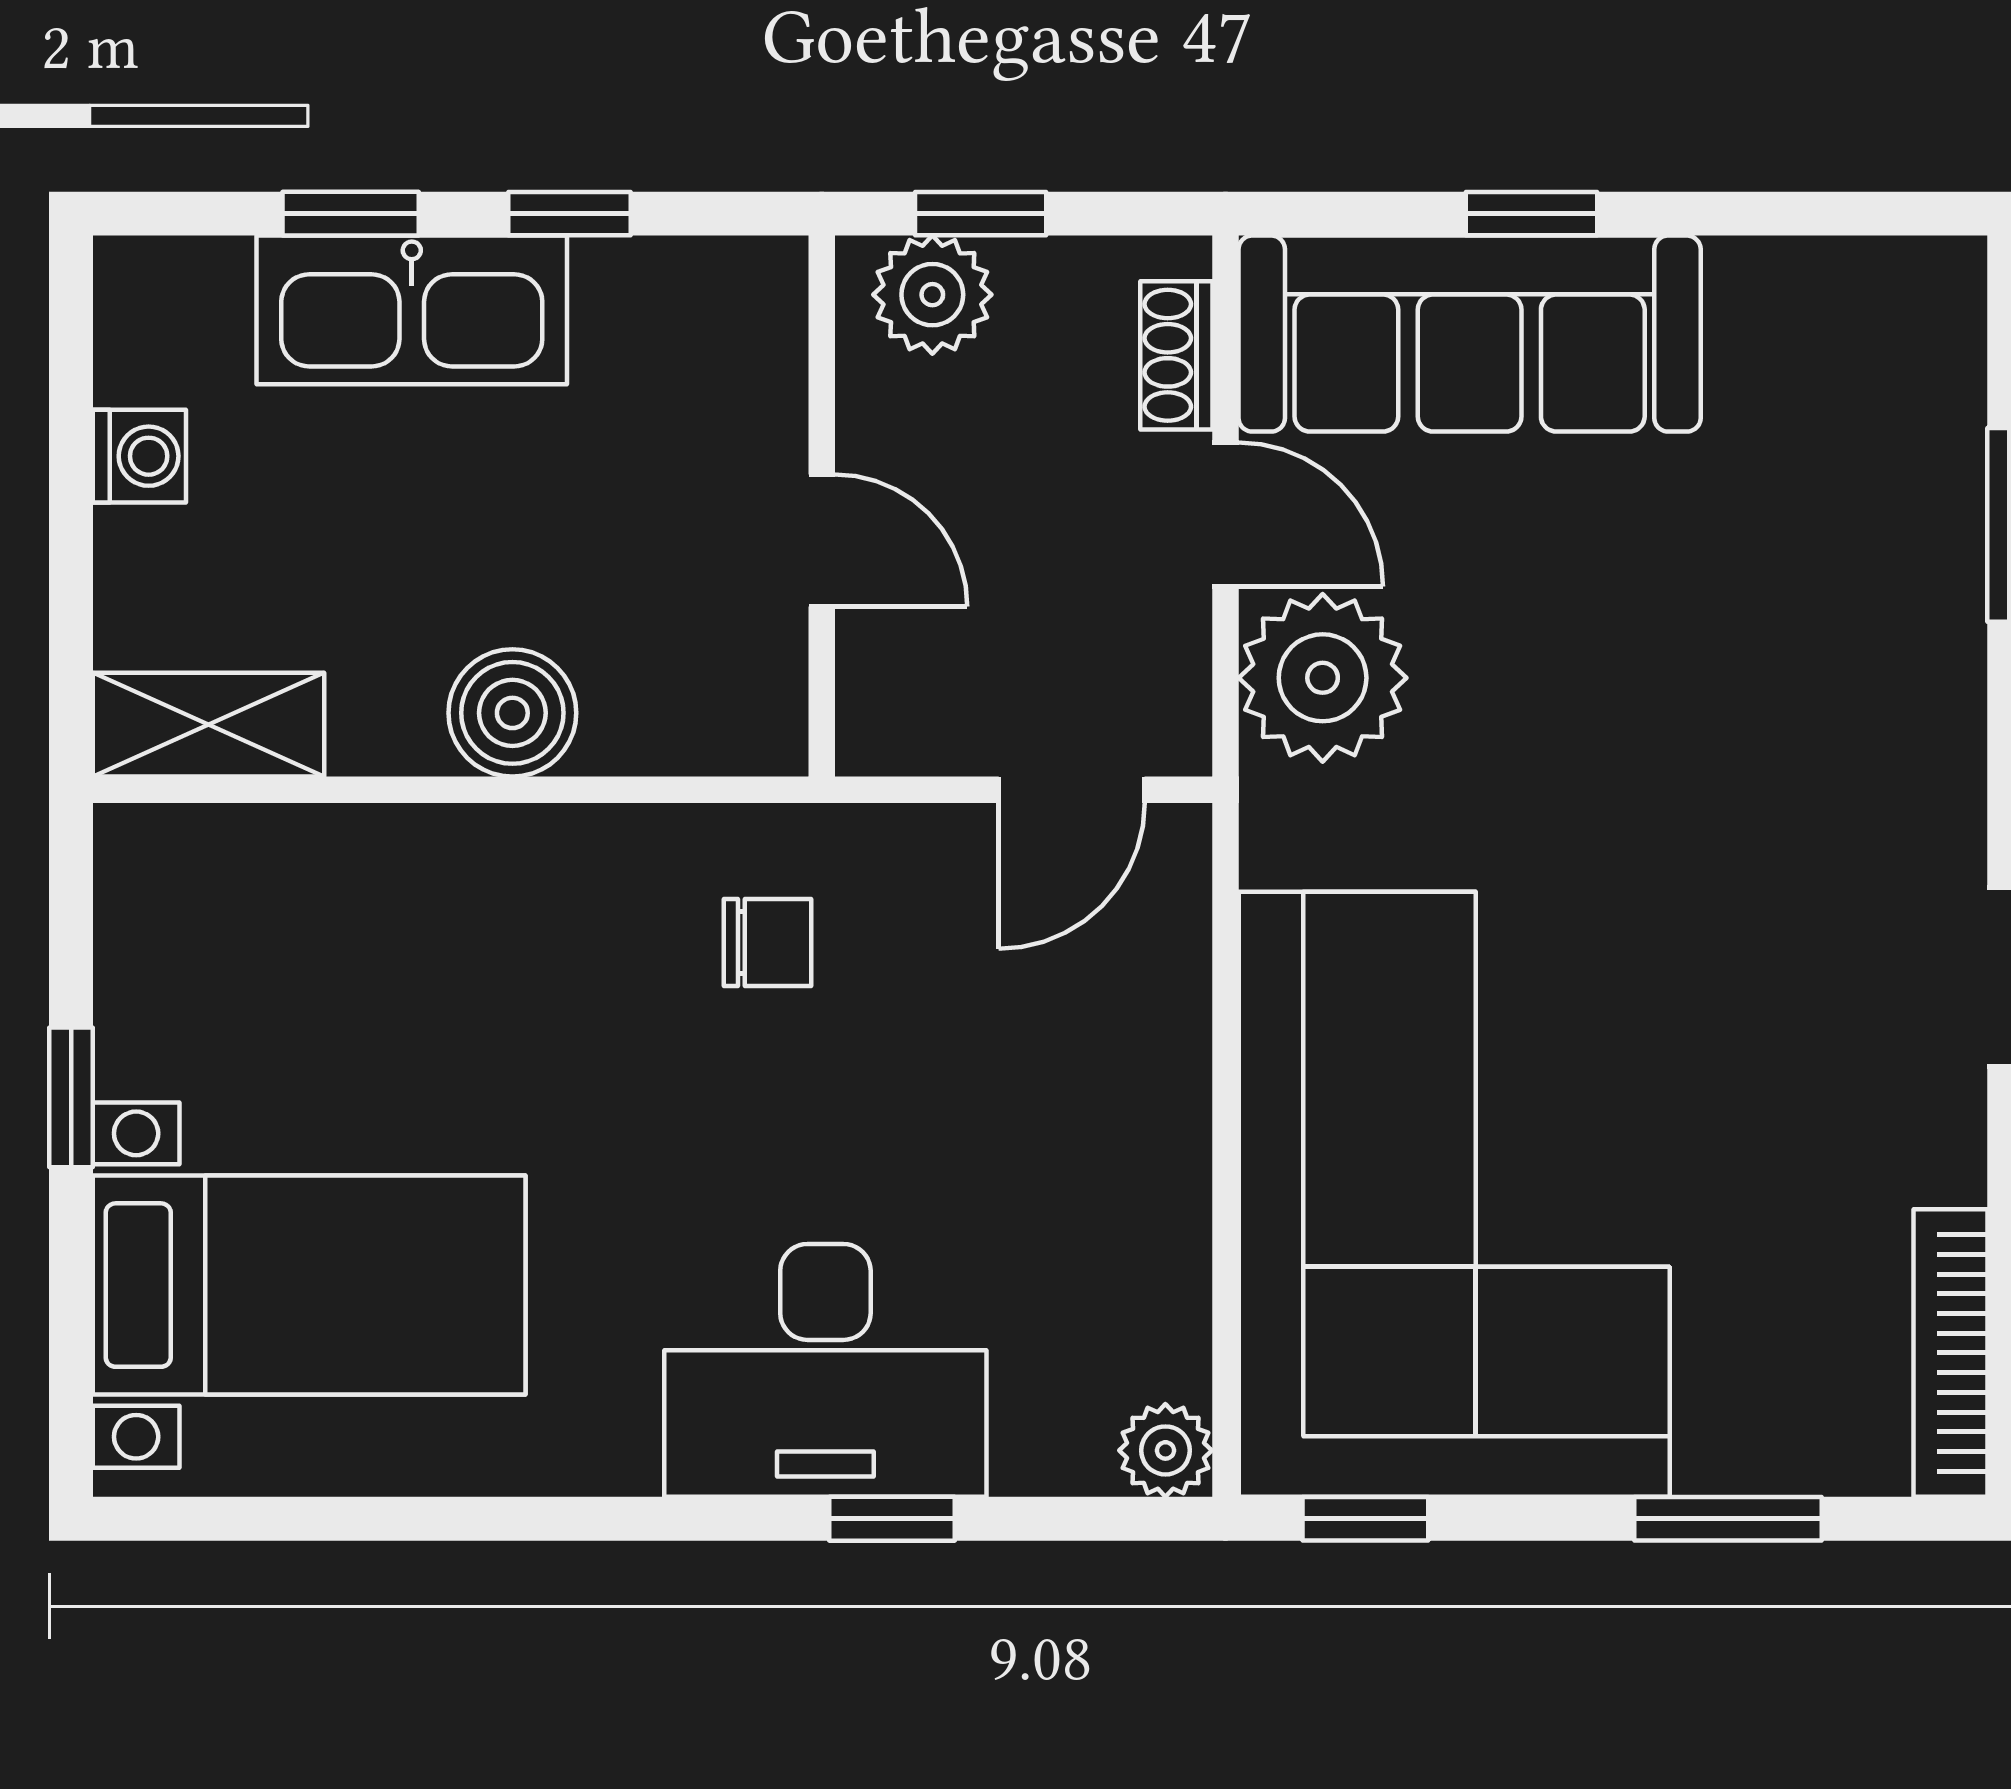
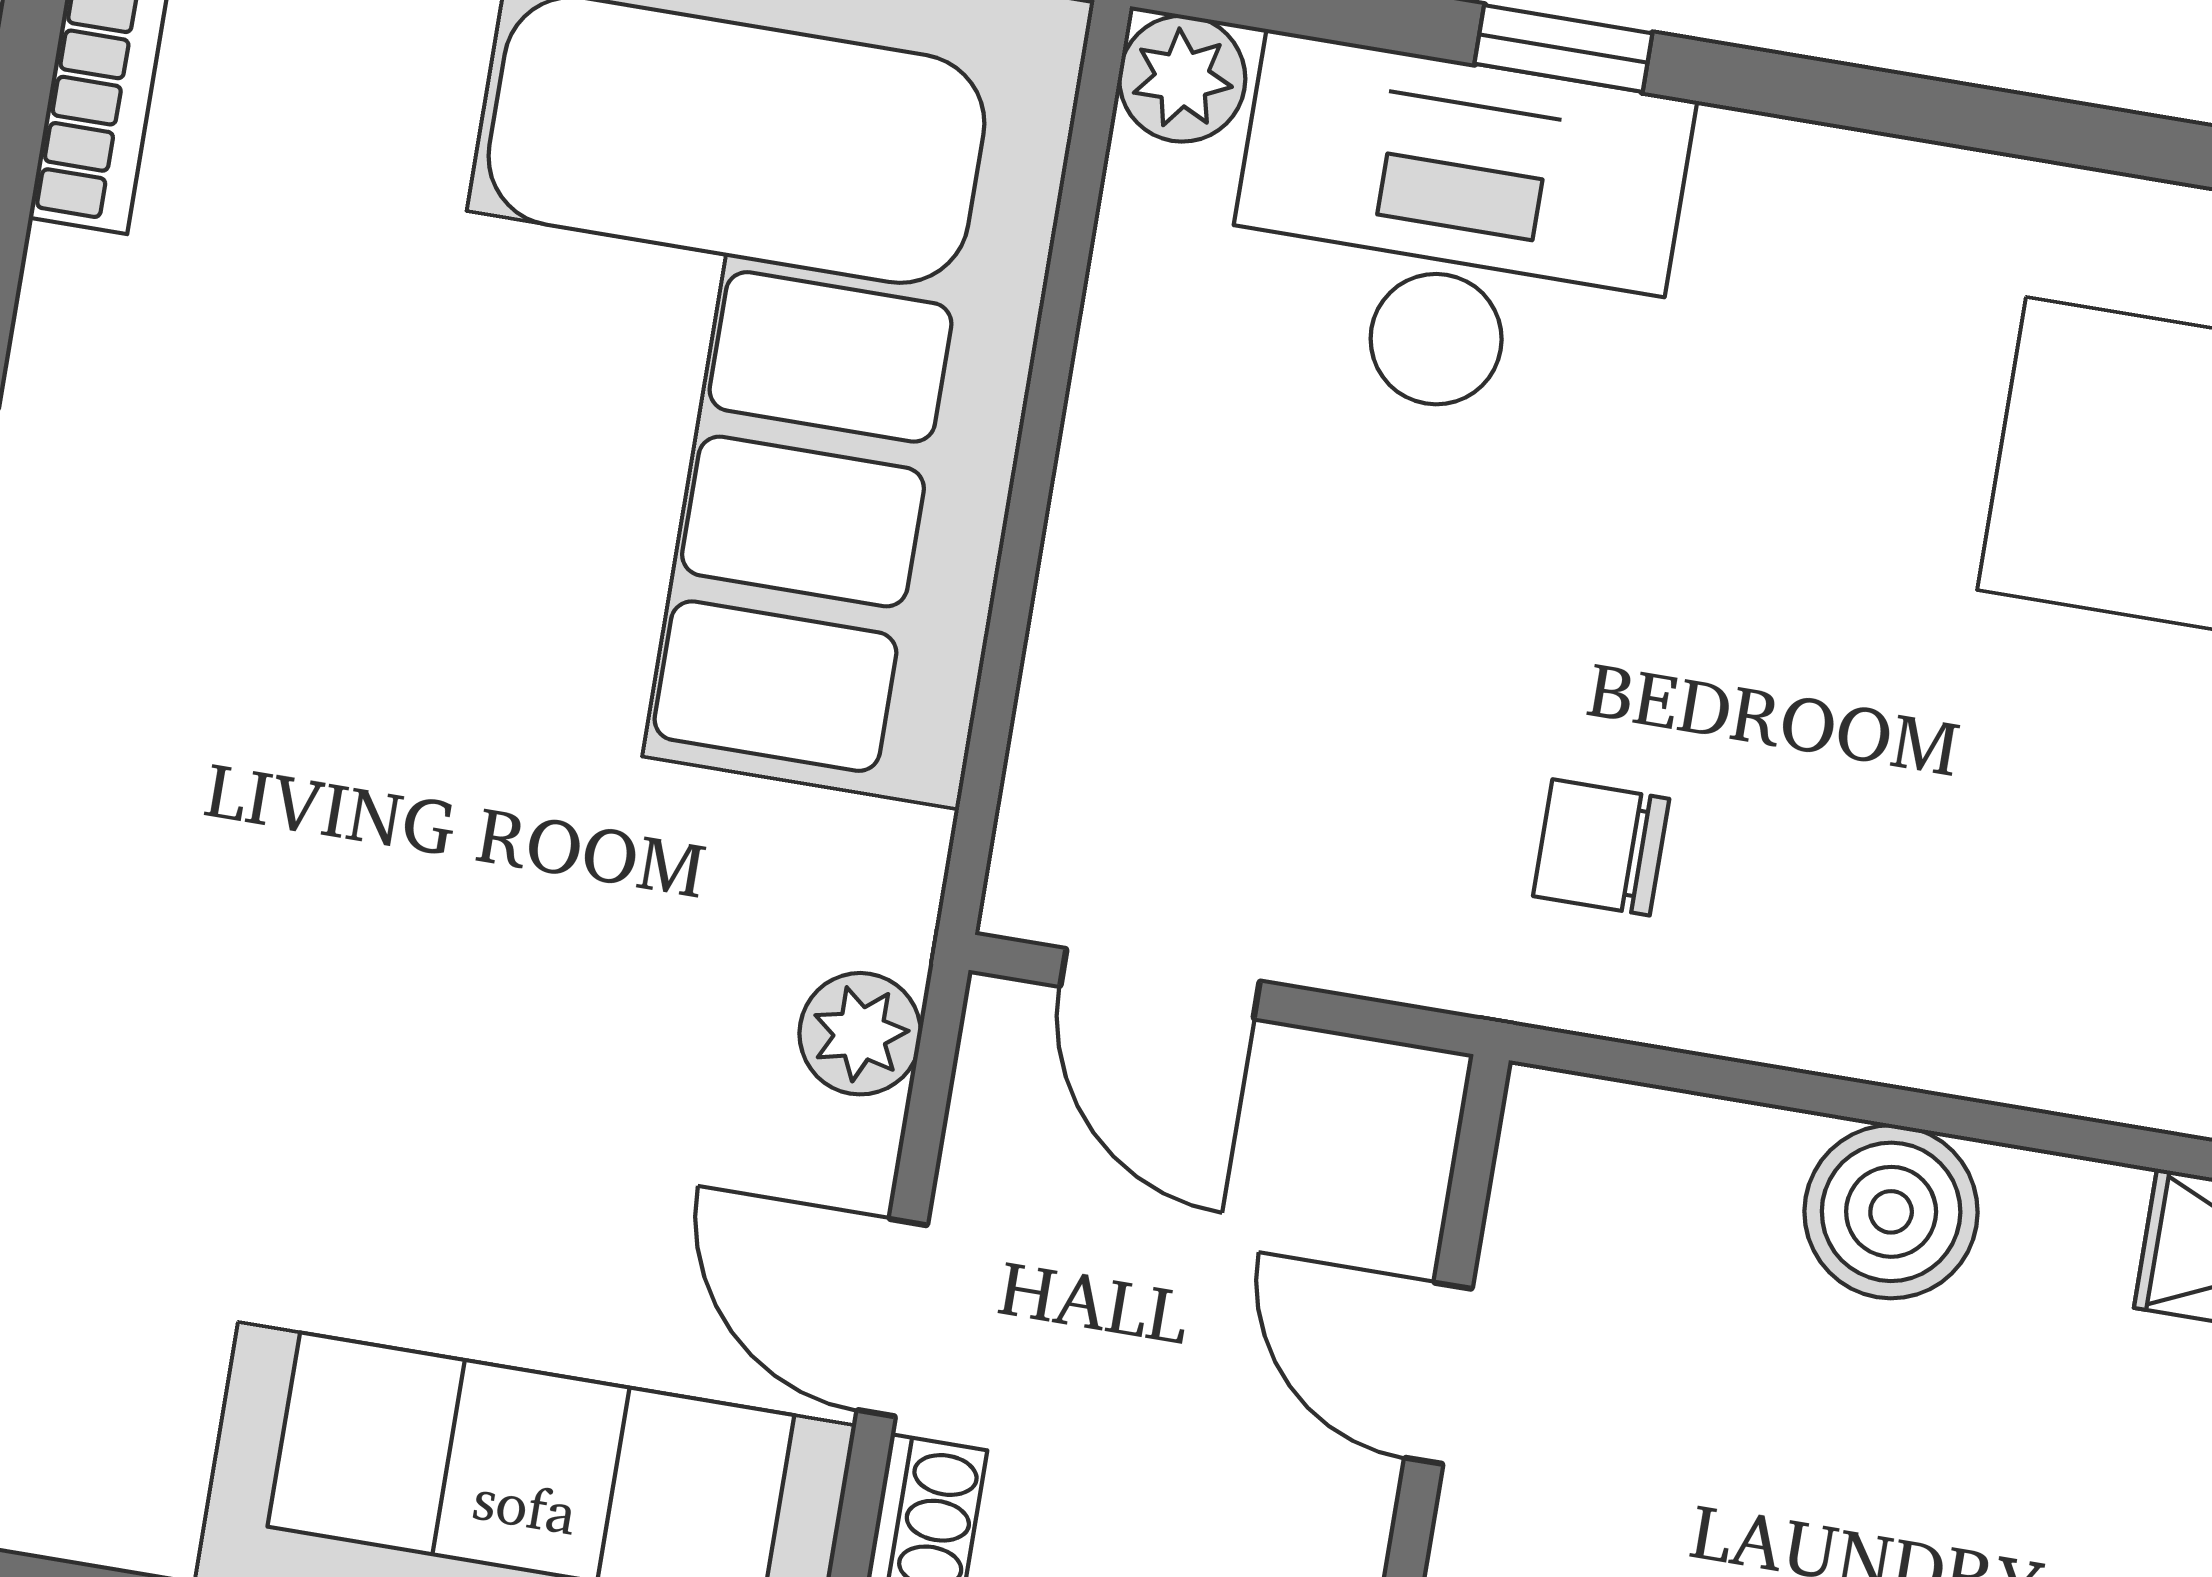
plant: (1323, 678) -> (860, 1034), width x0.53, depth x0.53
door: (1072, 790) -> (1160, 984), swing flipped
desk: (825, 1370) -> (1454, 234), moved

